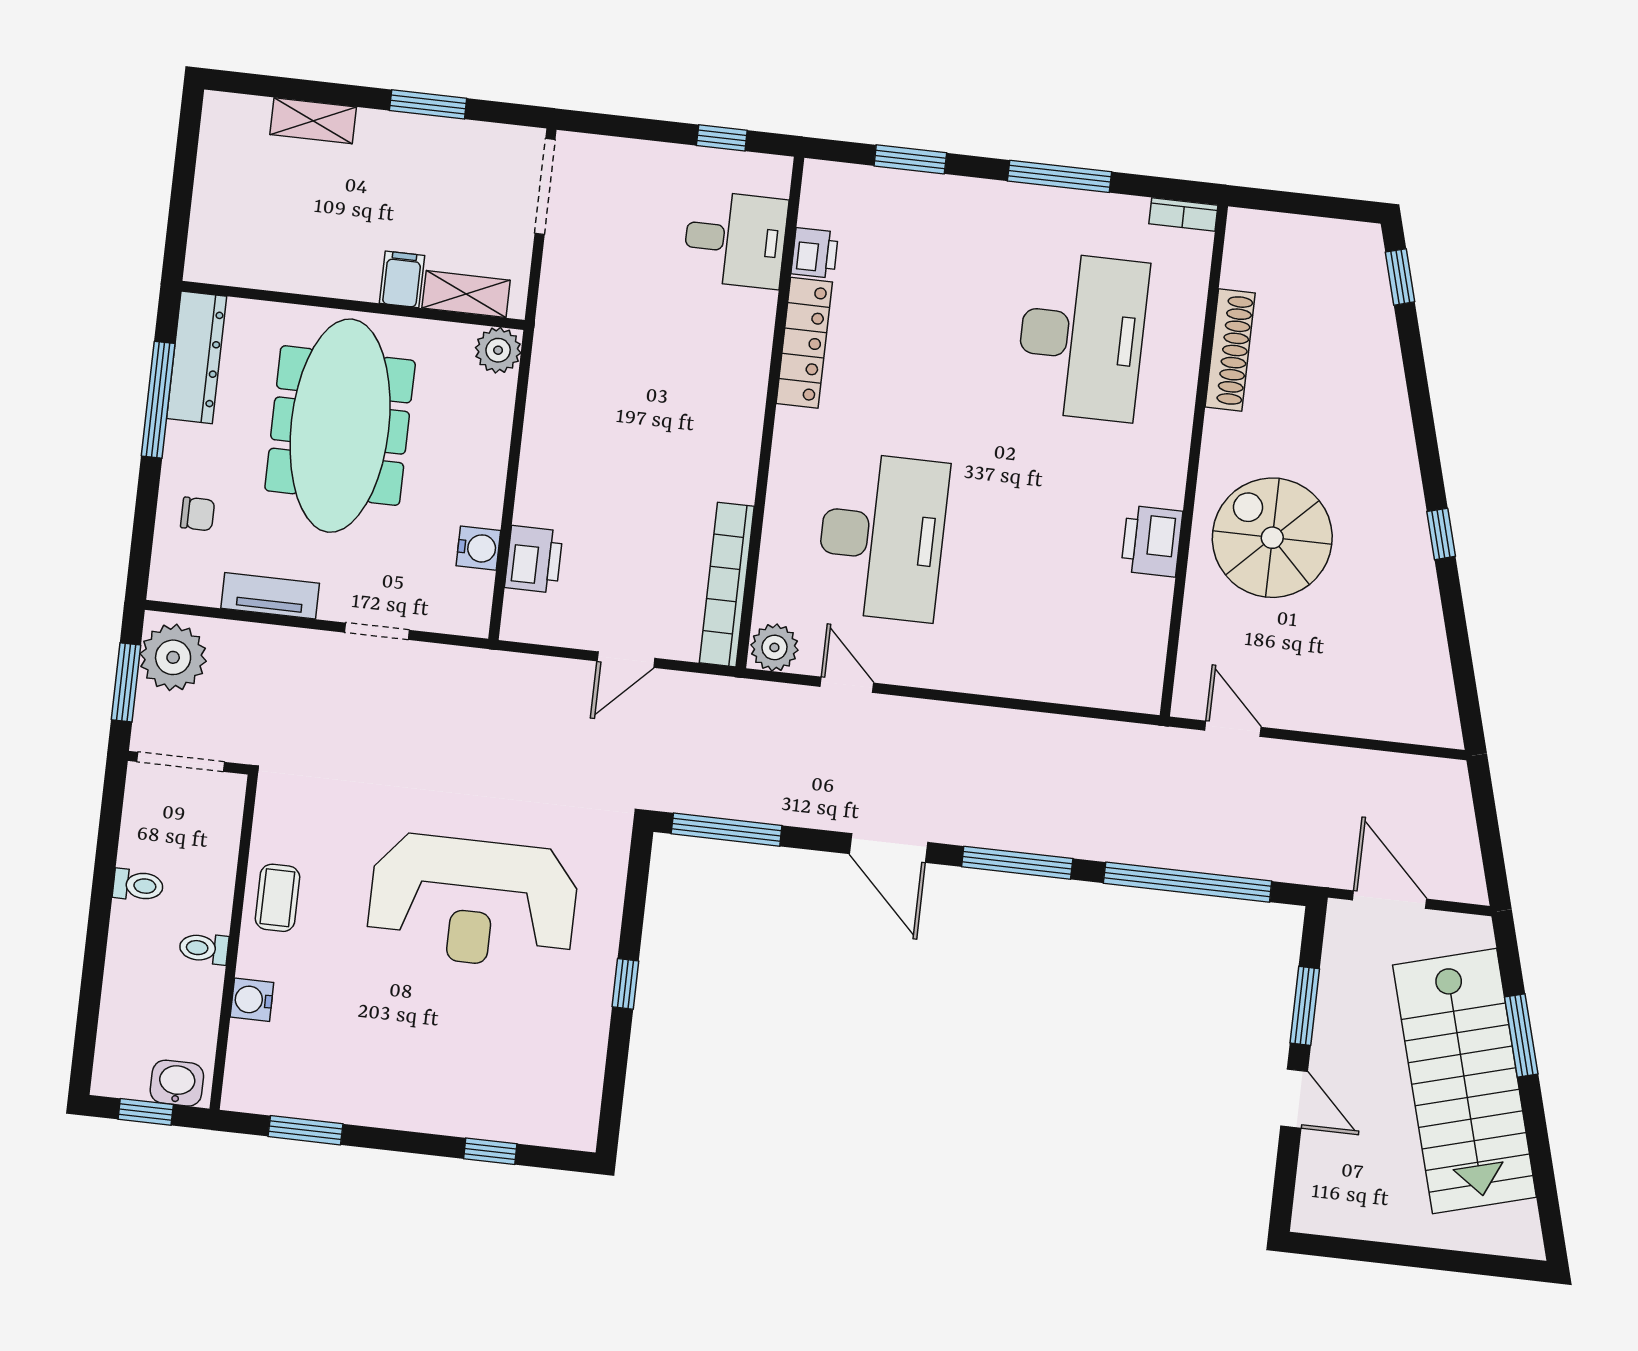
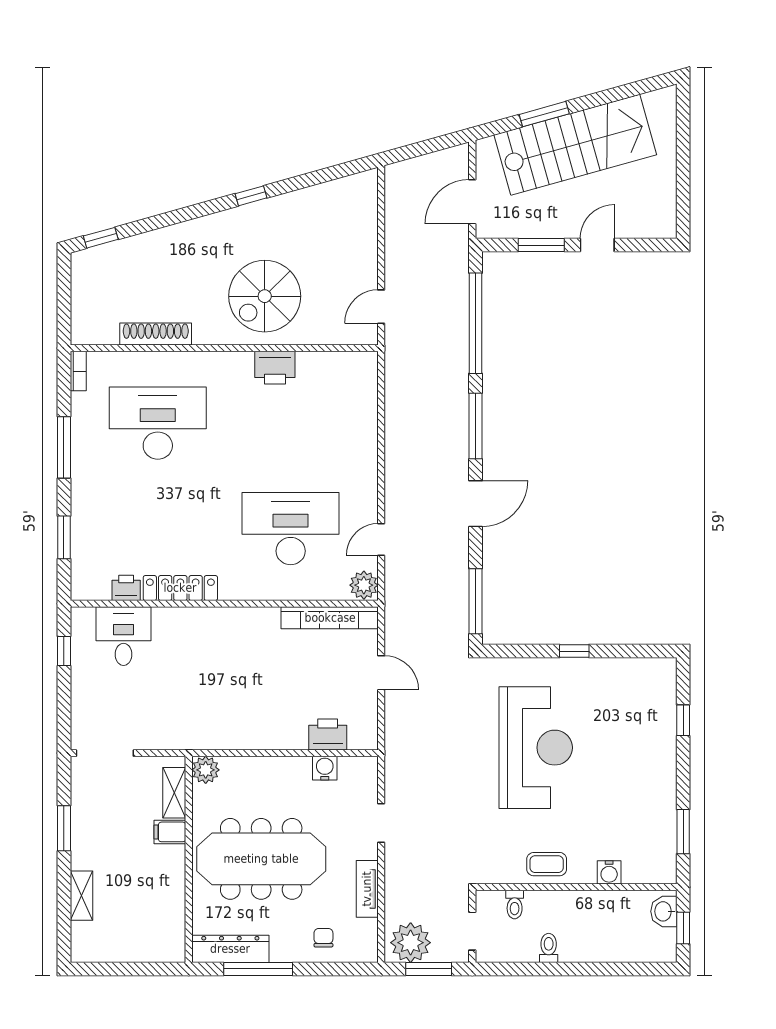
doorway: (180, 762) -> (472, 931), width x0.73
toilet: (204, 948) -> (515, 905), moved

